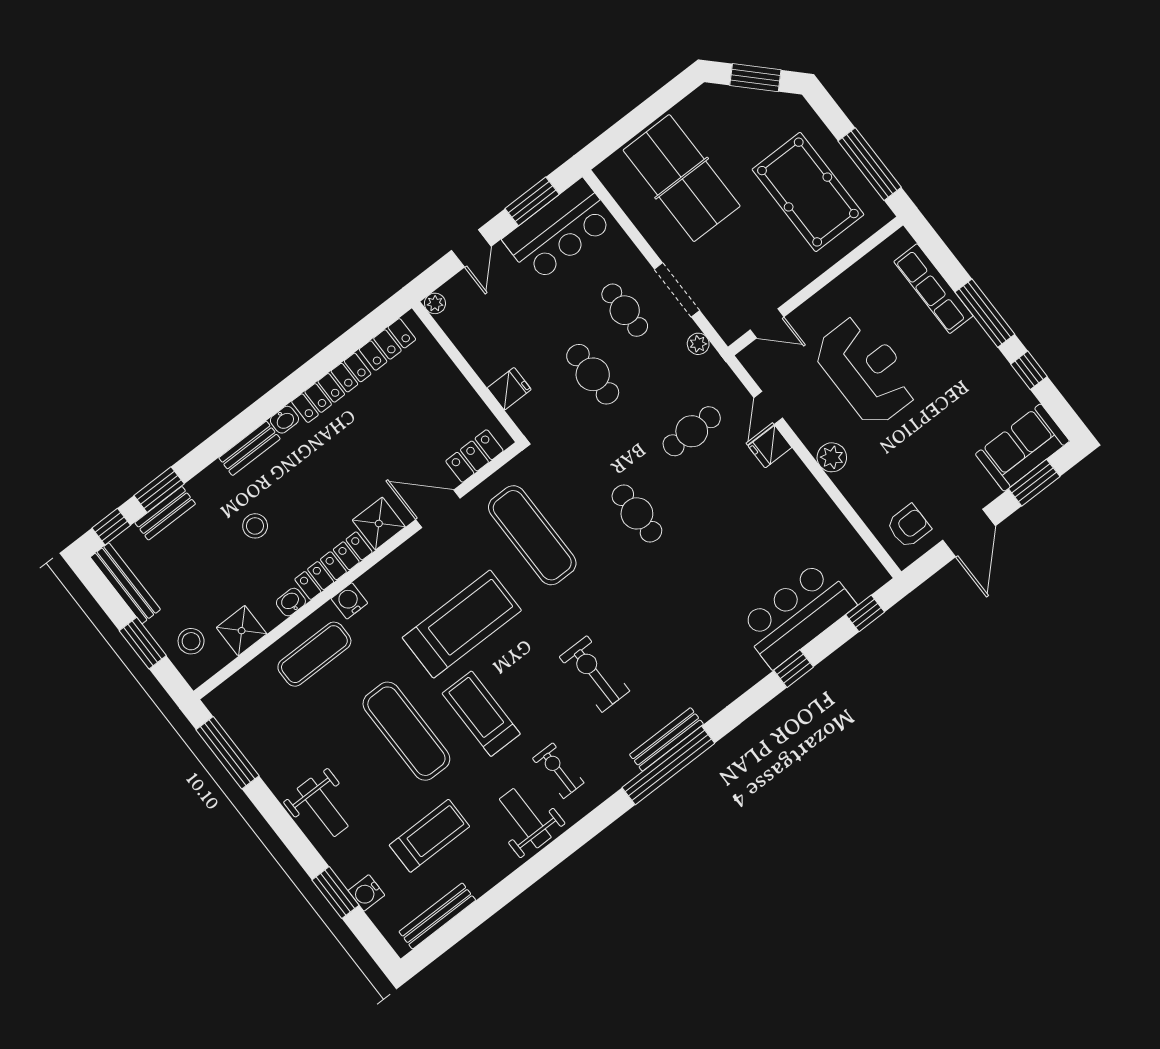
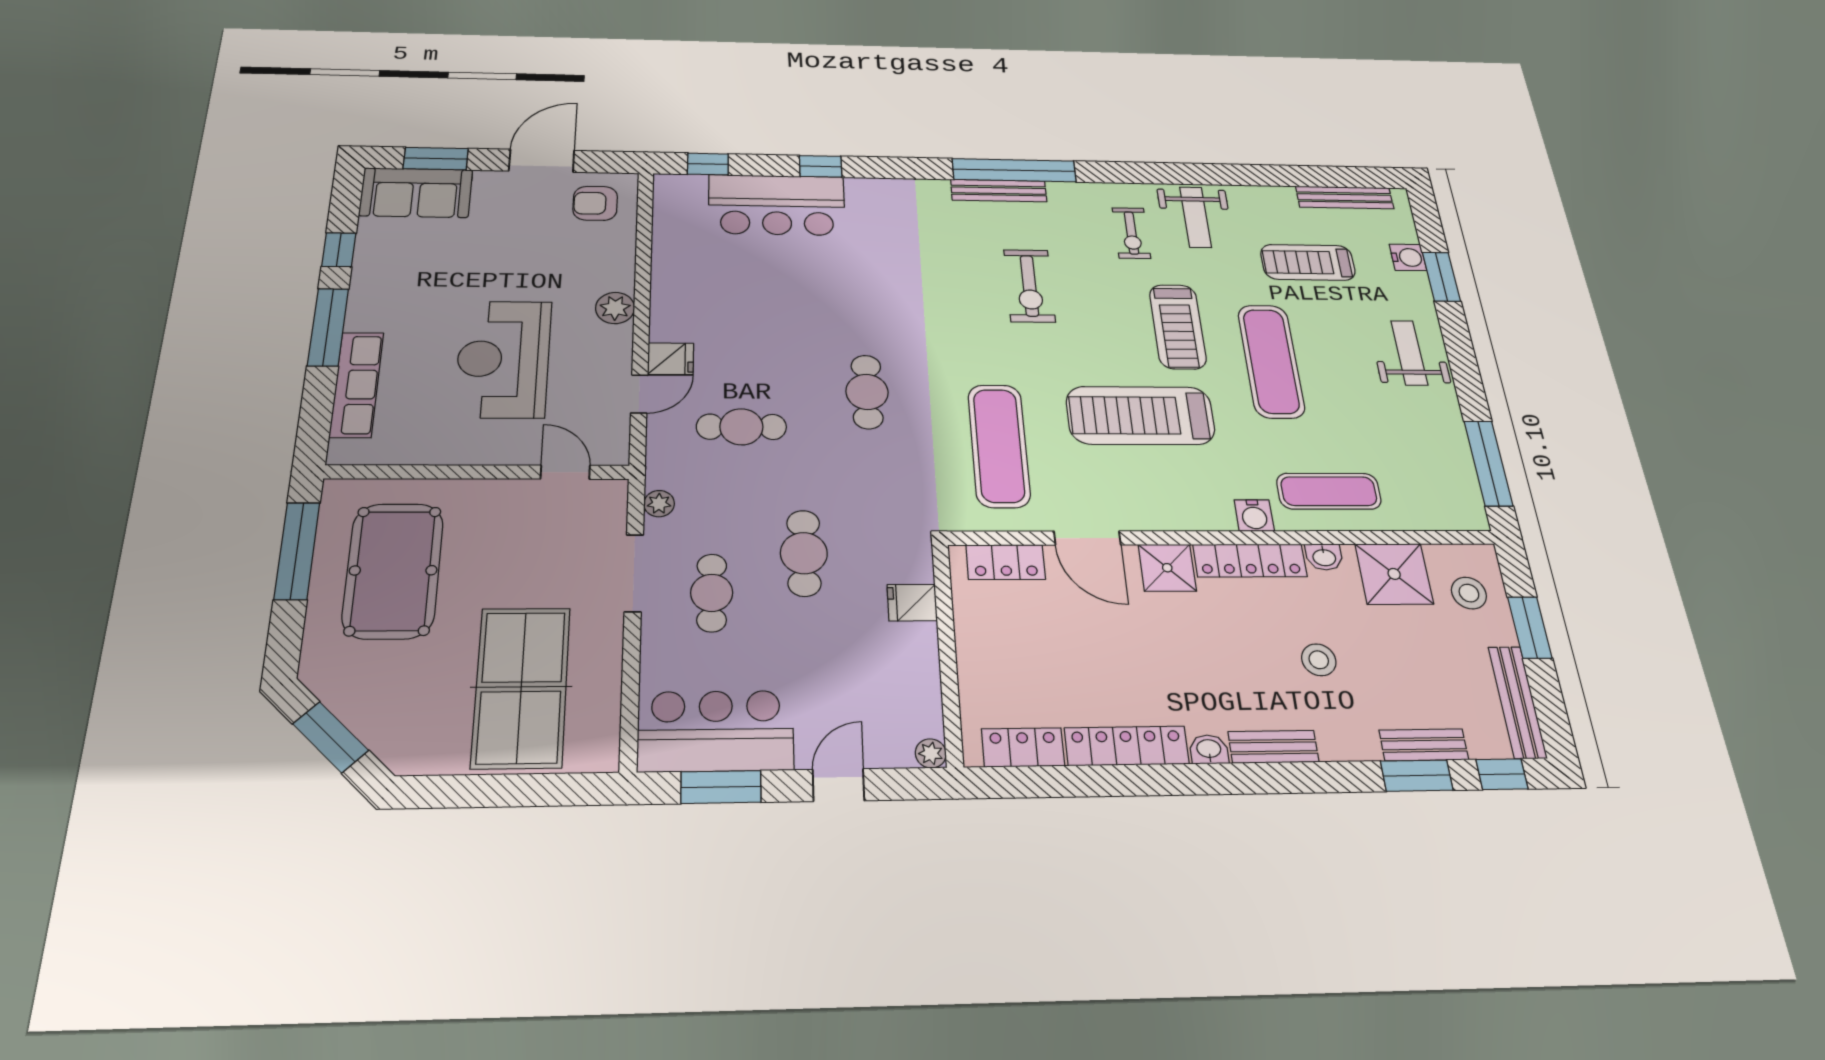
shower: (242, 631) -> (1394, 574), width x1.36, depth x1.36

